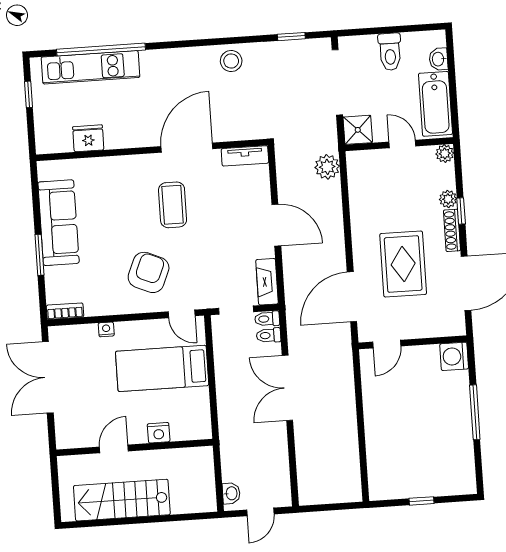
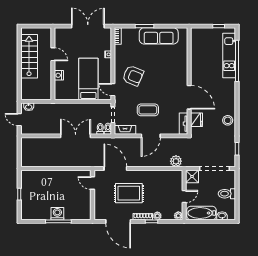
fridge: (88, 138) -> (197, 120), moved
coffee table: (173, 205) -> (148, 110), moved
door: (182, 314) -> (113, 90), hinge flipped
washing machine: (454, 356) -> (57, 214), moved

